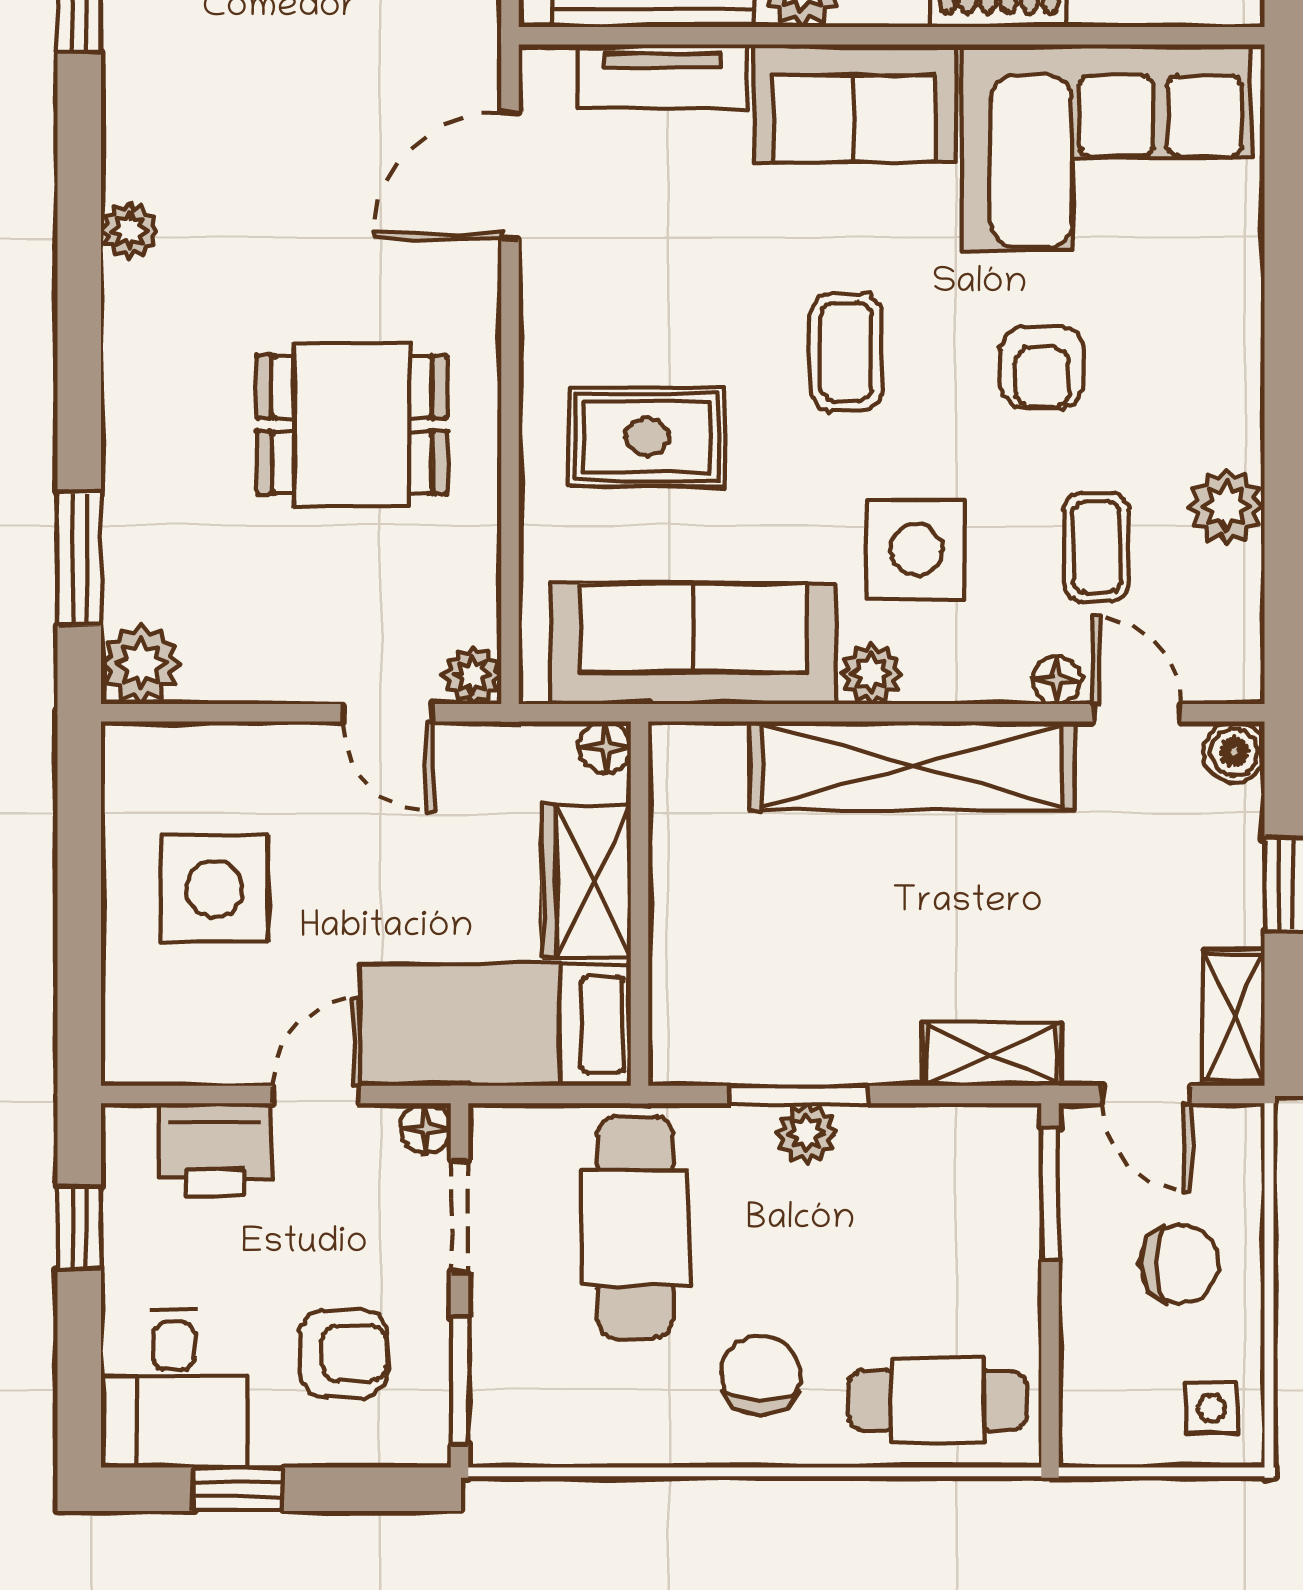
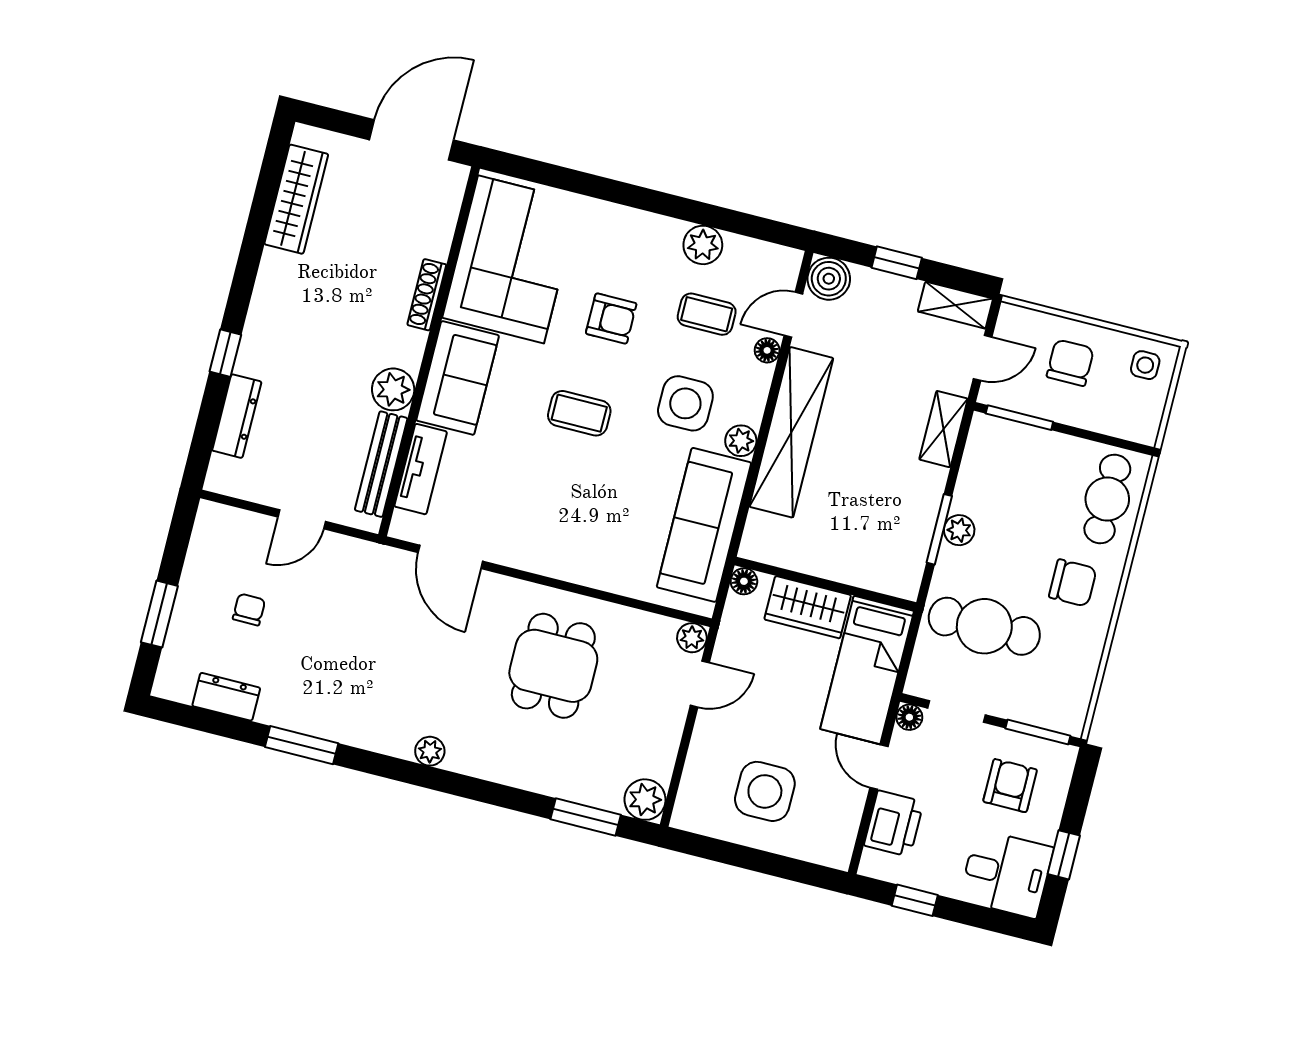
rug: (647, 437) -> (596, 522), removed
boiler: (1234, 752) -> (829, 279), width x1.36, depth x1.36
chair: (761, 1375) -> (1073, 583), turned 180

